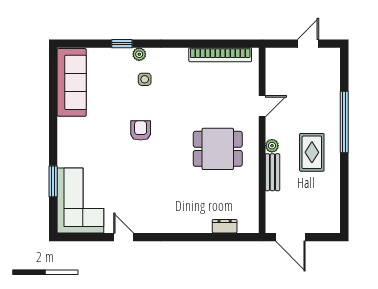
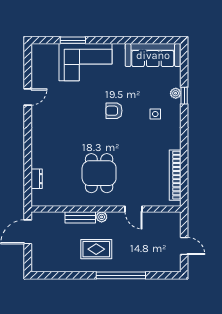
plant: (139, 54) -> (176, 93), moved
armchair: (141, 130) -> (114, 111), turned 180
corner sofa: (80, 200) -> (85, 62), moved

